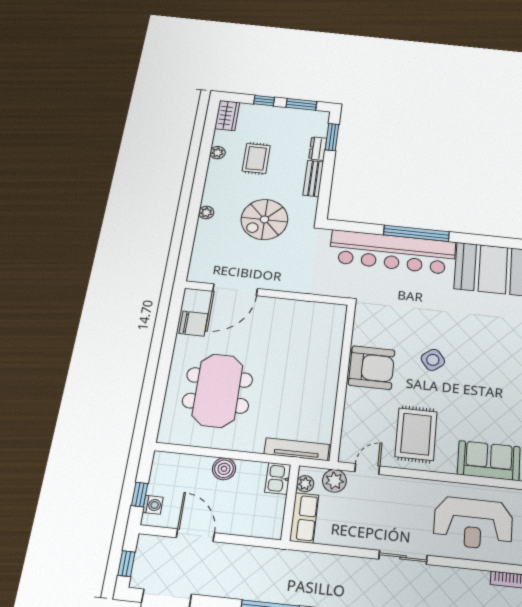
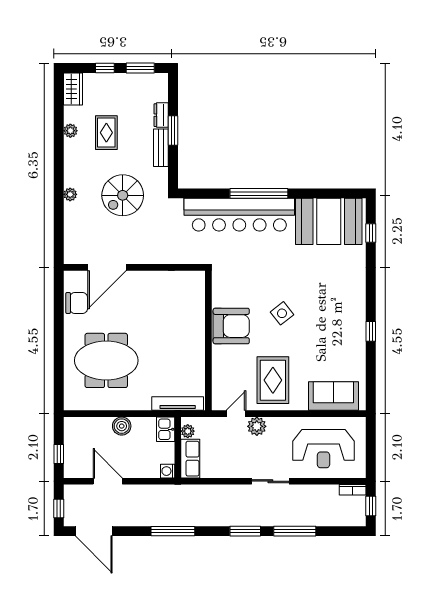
window: (332, 137) -> (173, 130), moved
meeting table: (218, 390) -> (106, 360), turned 90
plant: (334, 481) -> (257, 426), moved
washing machine: (153, 505) -> (168, 471), moved, turned 180

